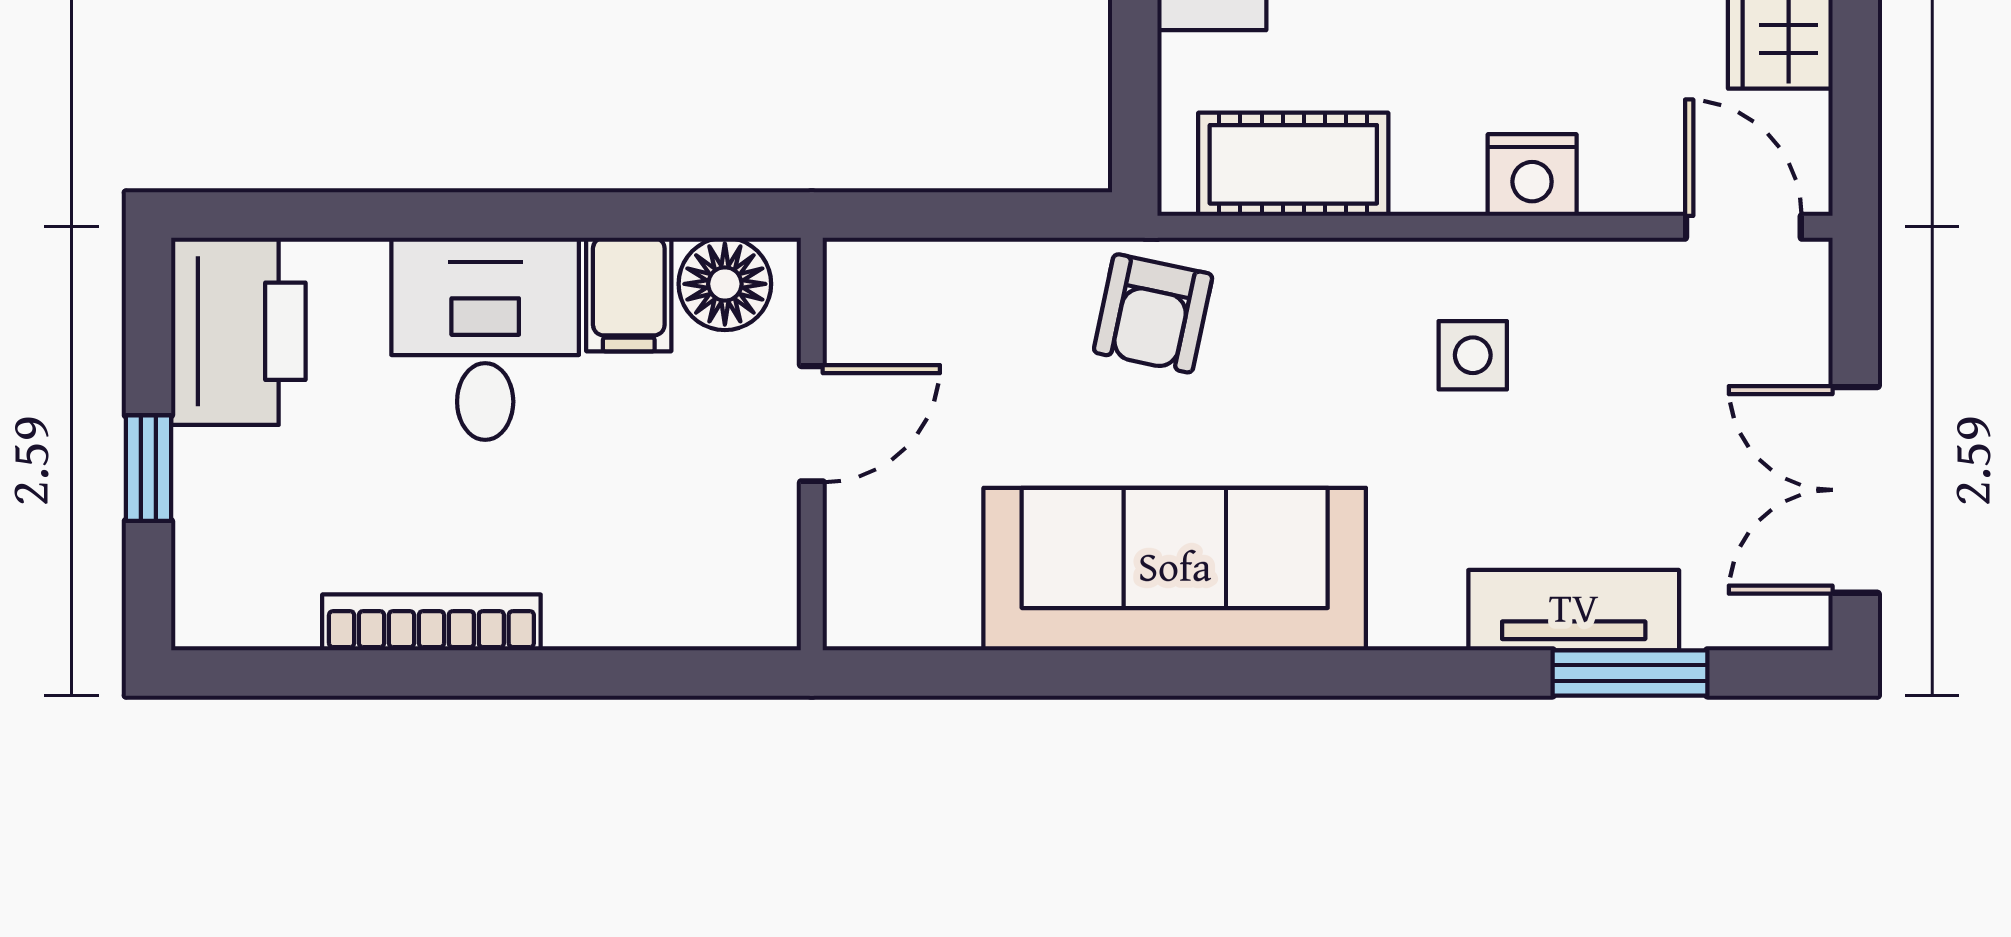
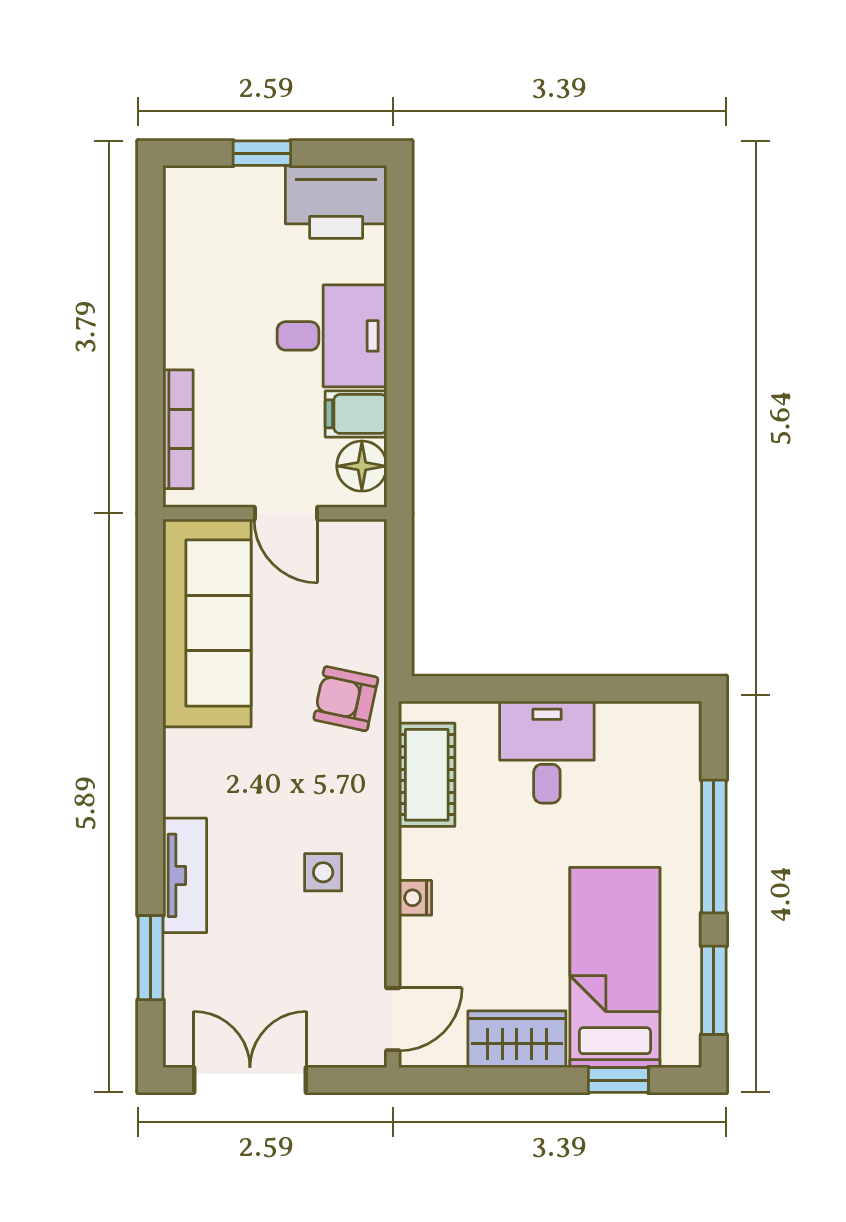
nightstand: (1532, 175) -> (415, 898), width x0.72, depth x0.74
sofa: (1175, 569) -> (207, 623), moved
tv unit: (1574, 610) -> (185, 875), moved
bookcase: (431, 622) -> (178, 429), moved

